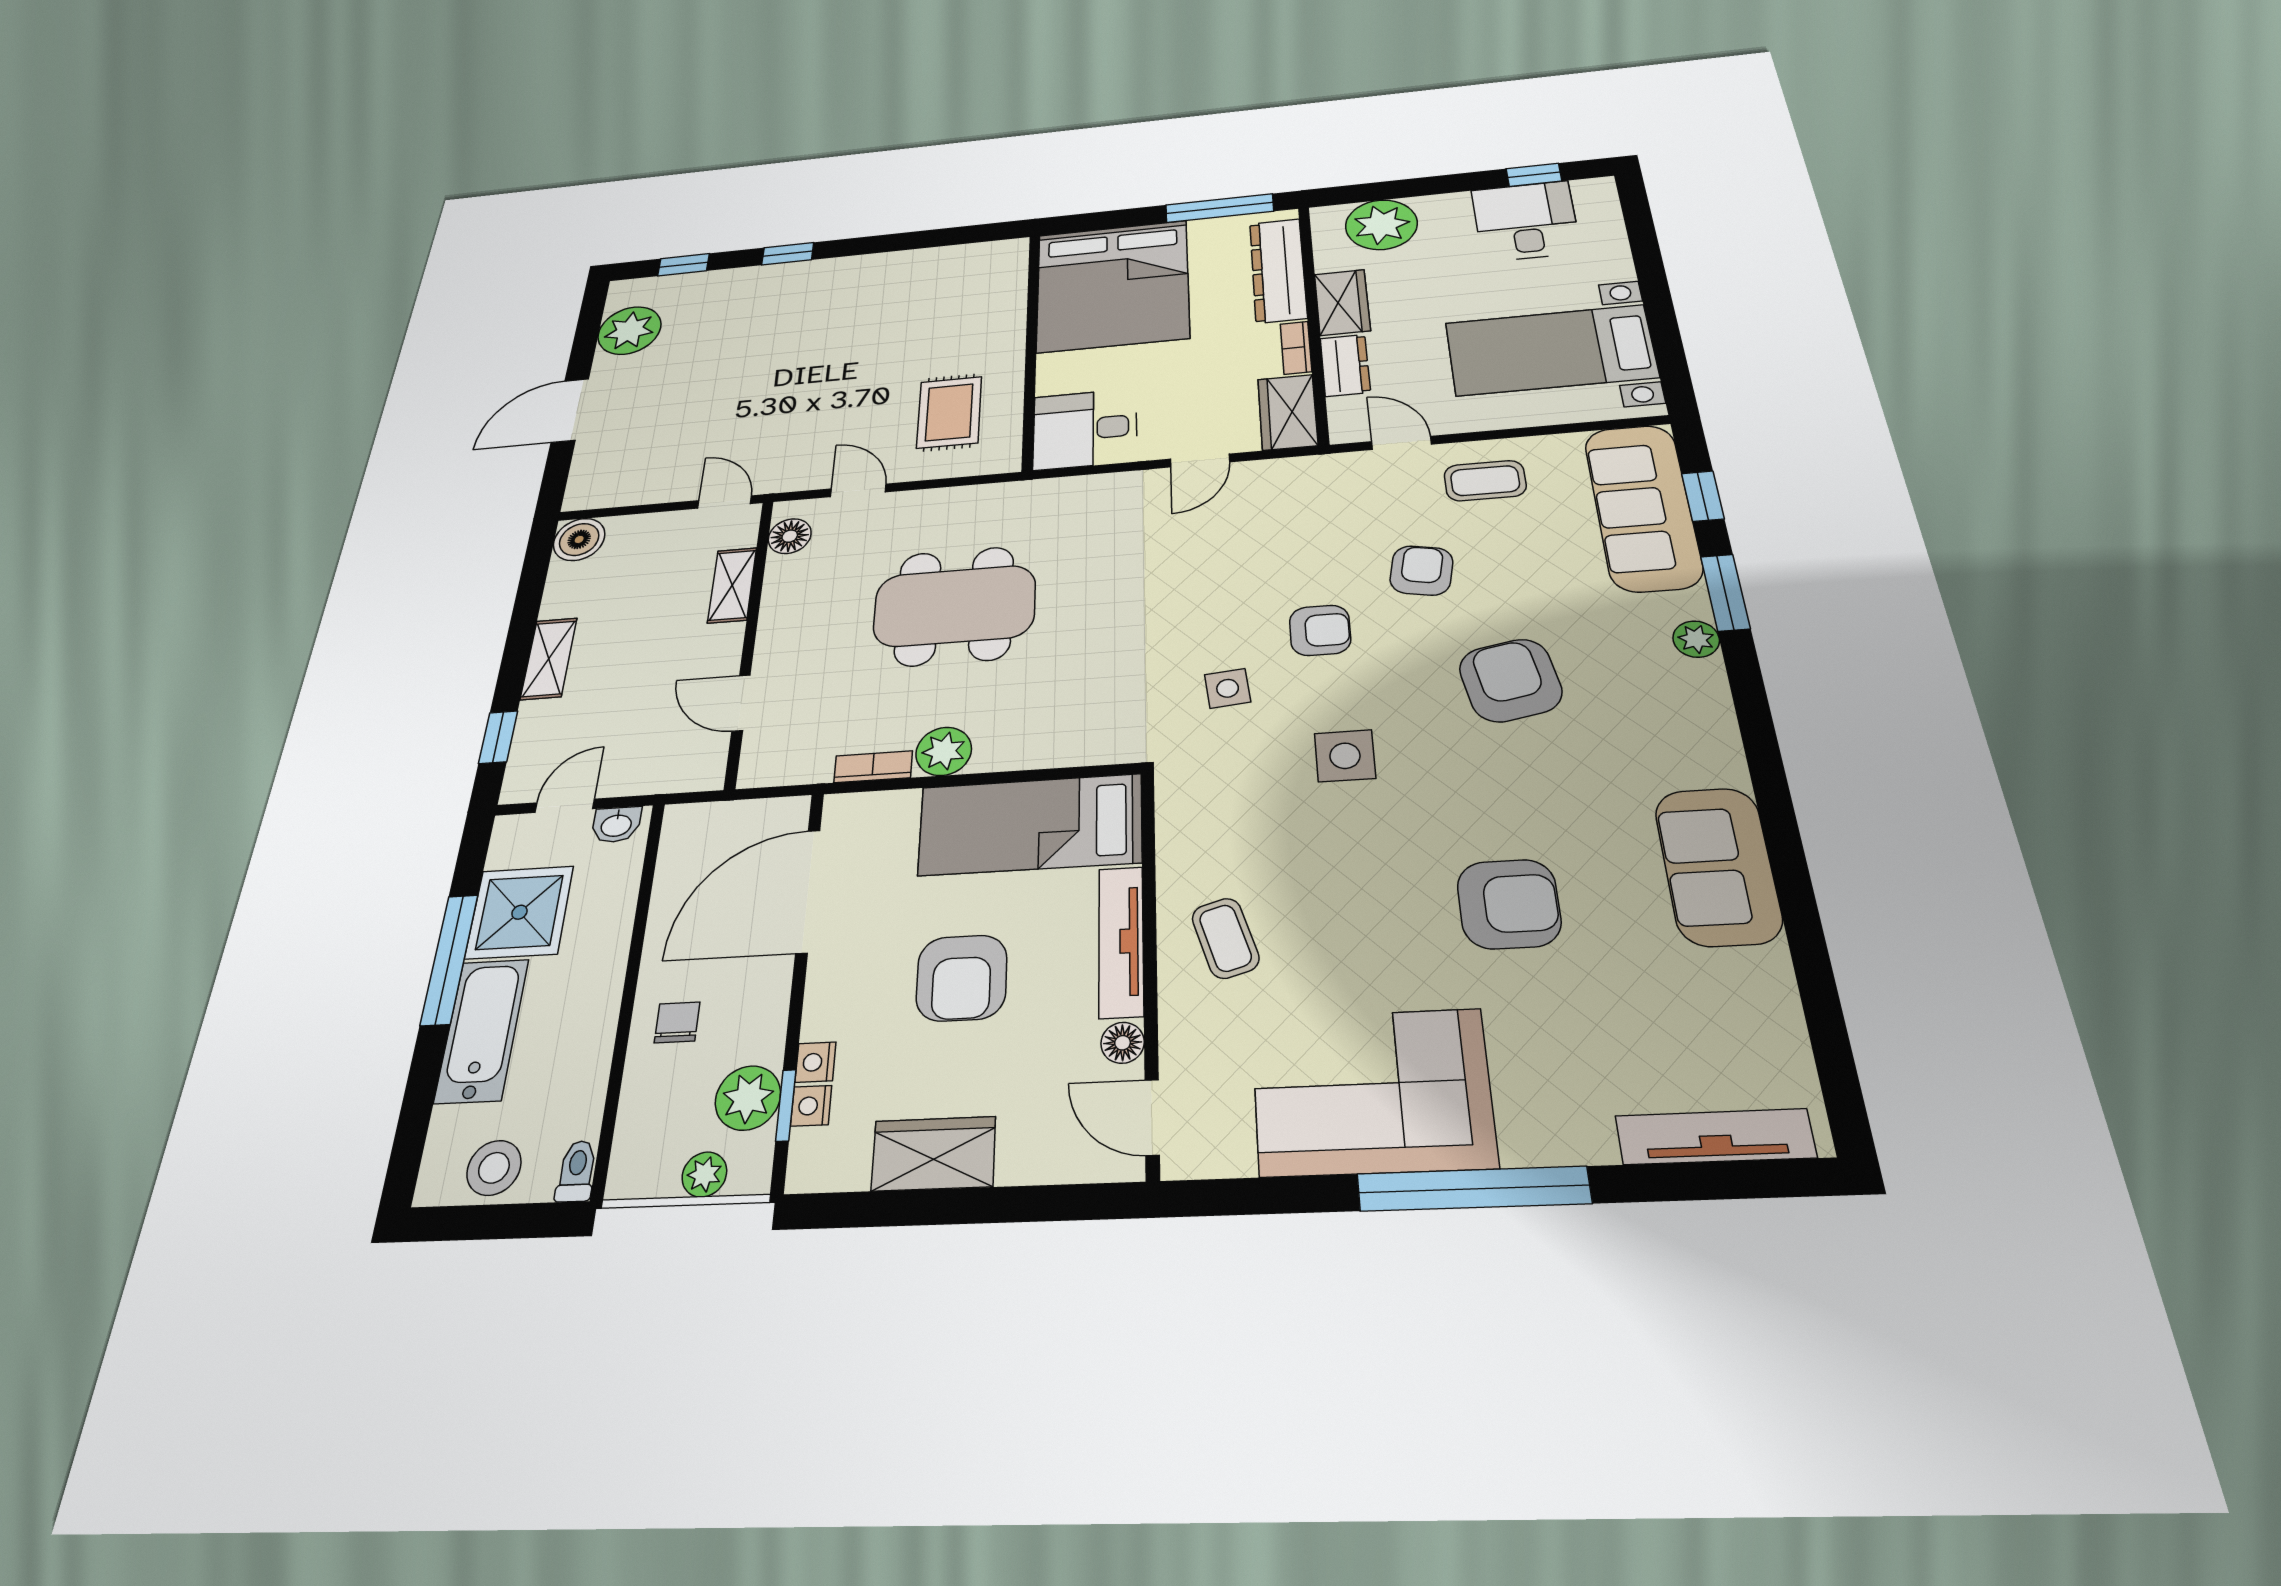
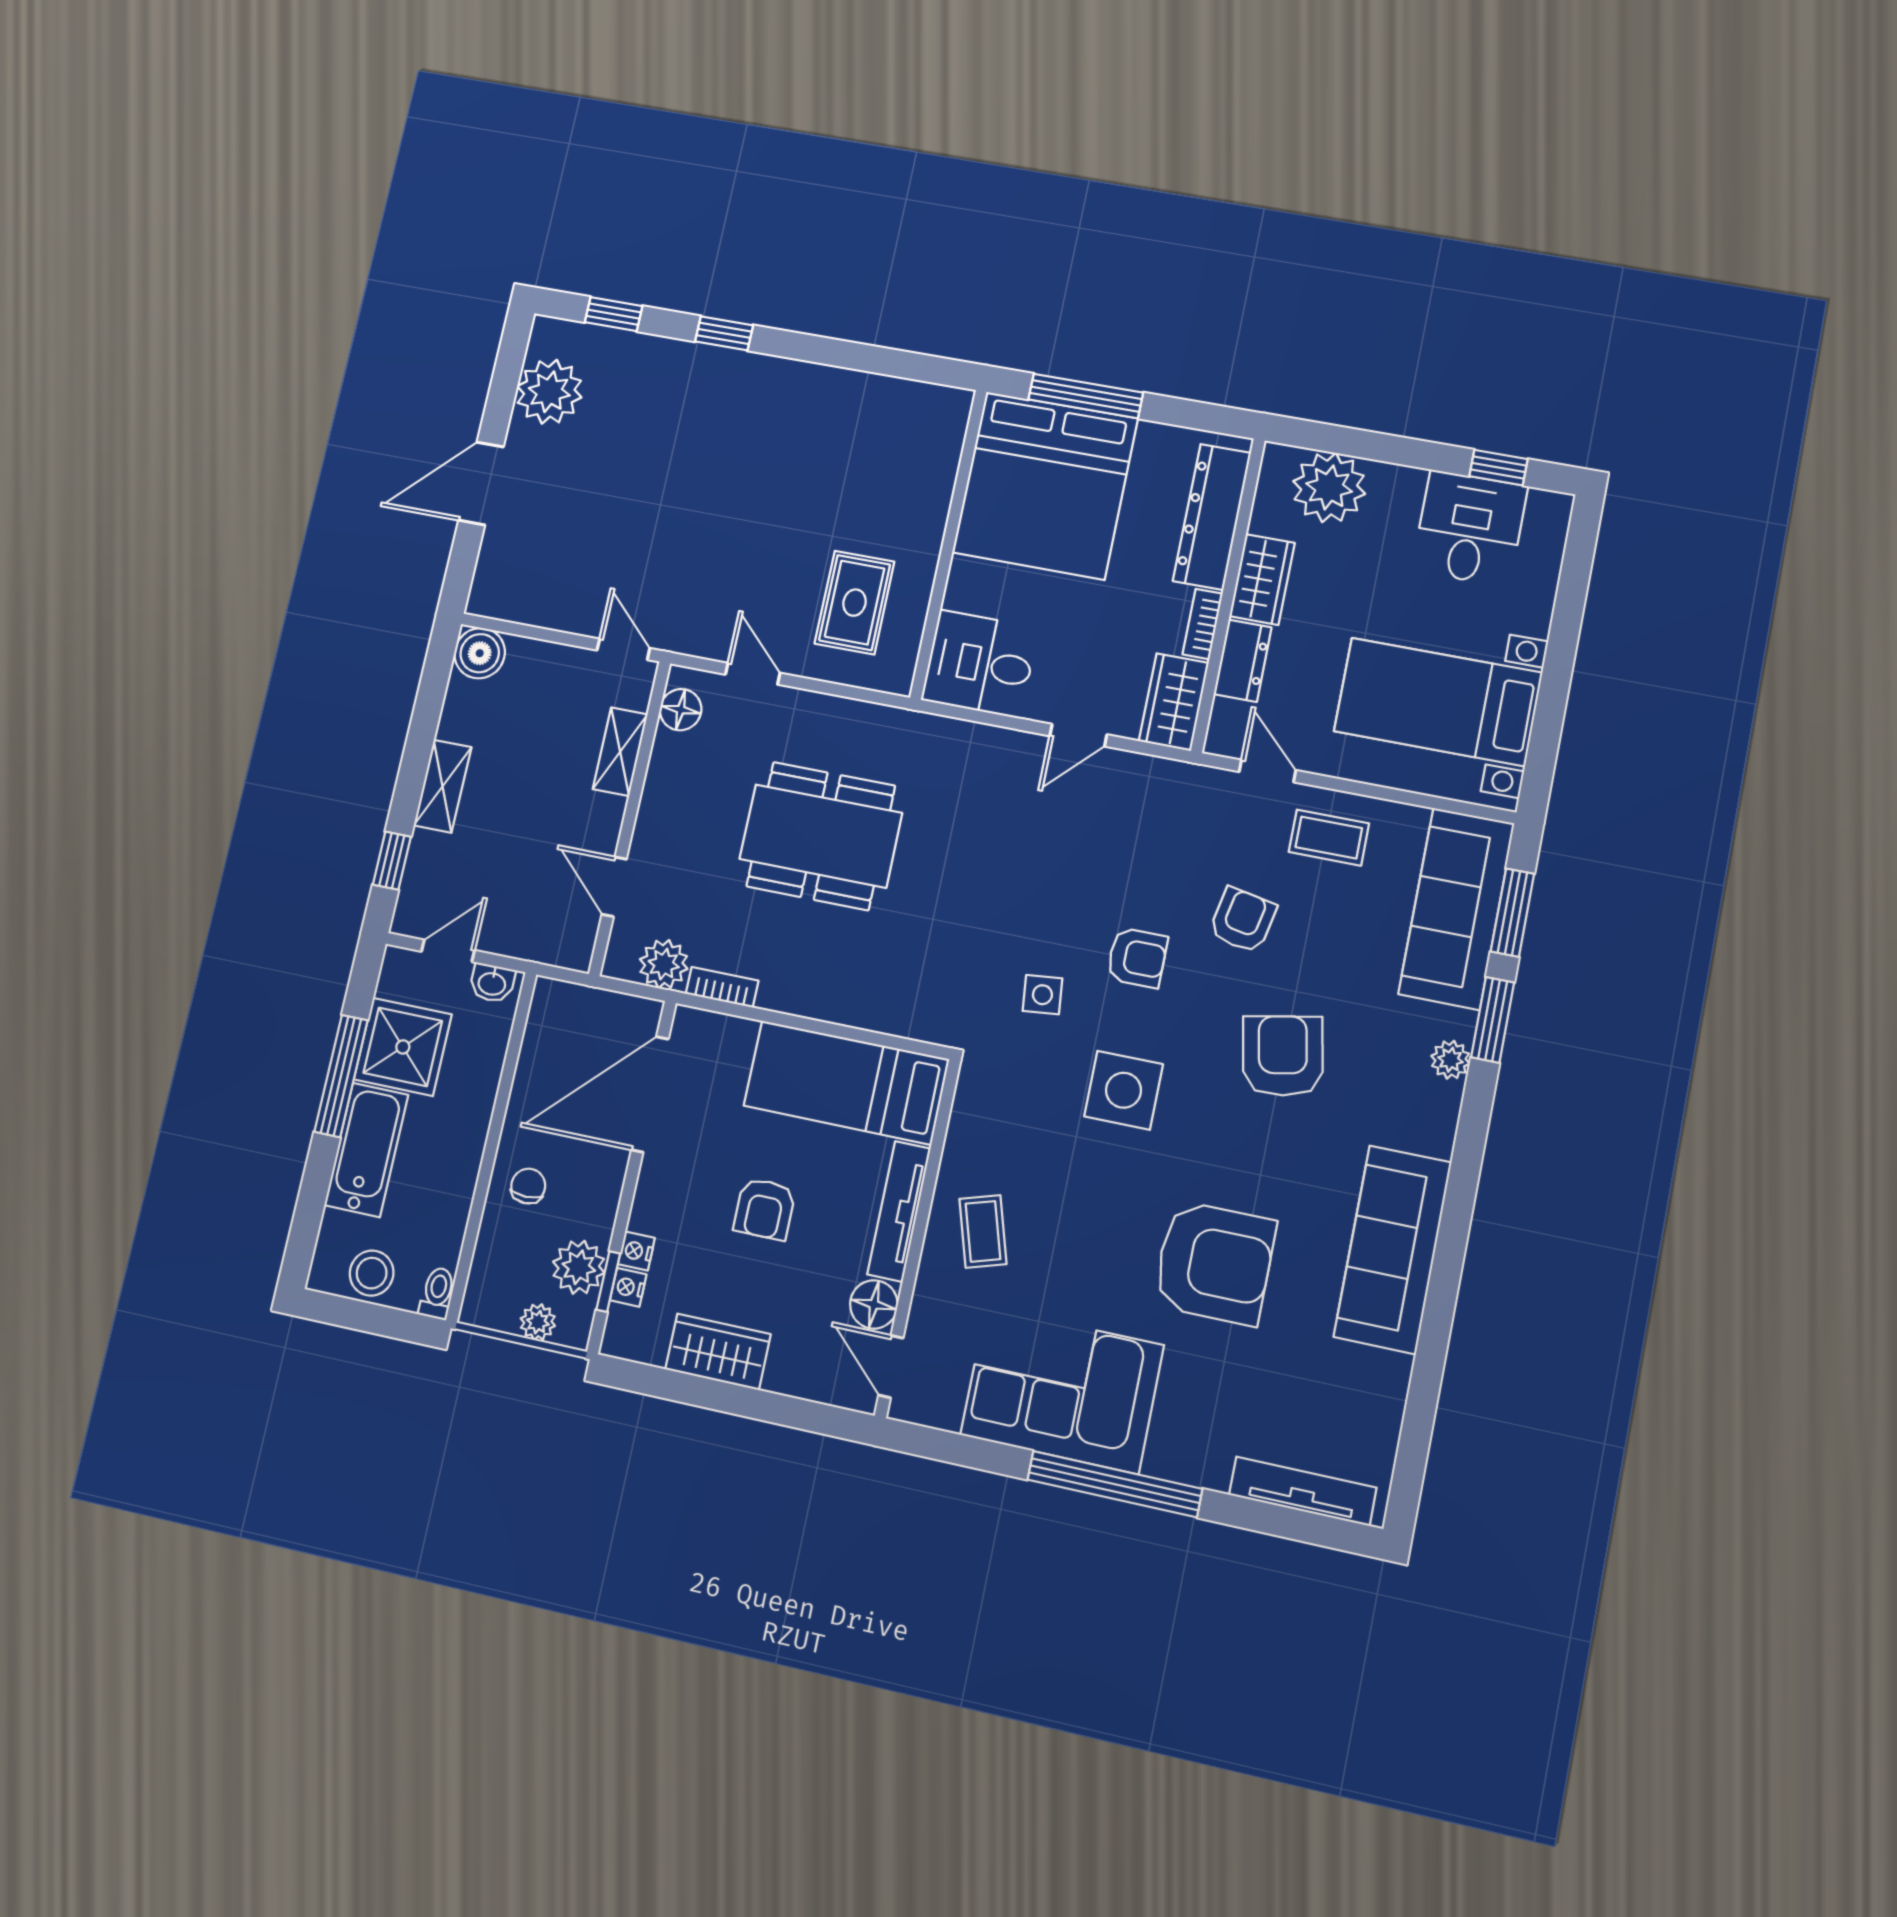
window: (1220, 208) -> (1086, 396), moved
window: (1703, 496) -> (1512, 913), width x1.50
plant: (944, 751) -> (664, 964), moved
side table: (1345, 756) -> (1124, 1090), width x1.37, depth x1.37
sofa: (1718, 866) -> (1393, 1249), width x1.36
armchair: (1509, 904) -> (1214, 1263), width x1.36, depth x1.36
armchair: (962, 978) -> (765, 1209), width x0.72, depth x0.72
floor lamp: (1123, 1043) -> (874, 1304), width x1.37, depth x1.37

